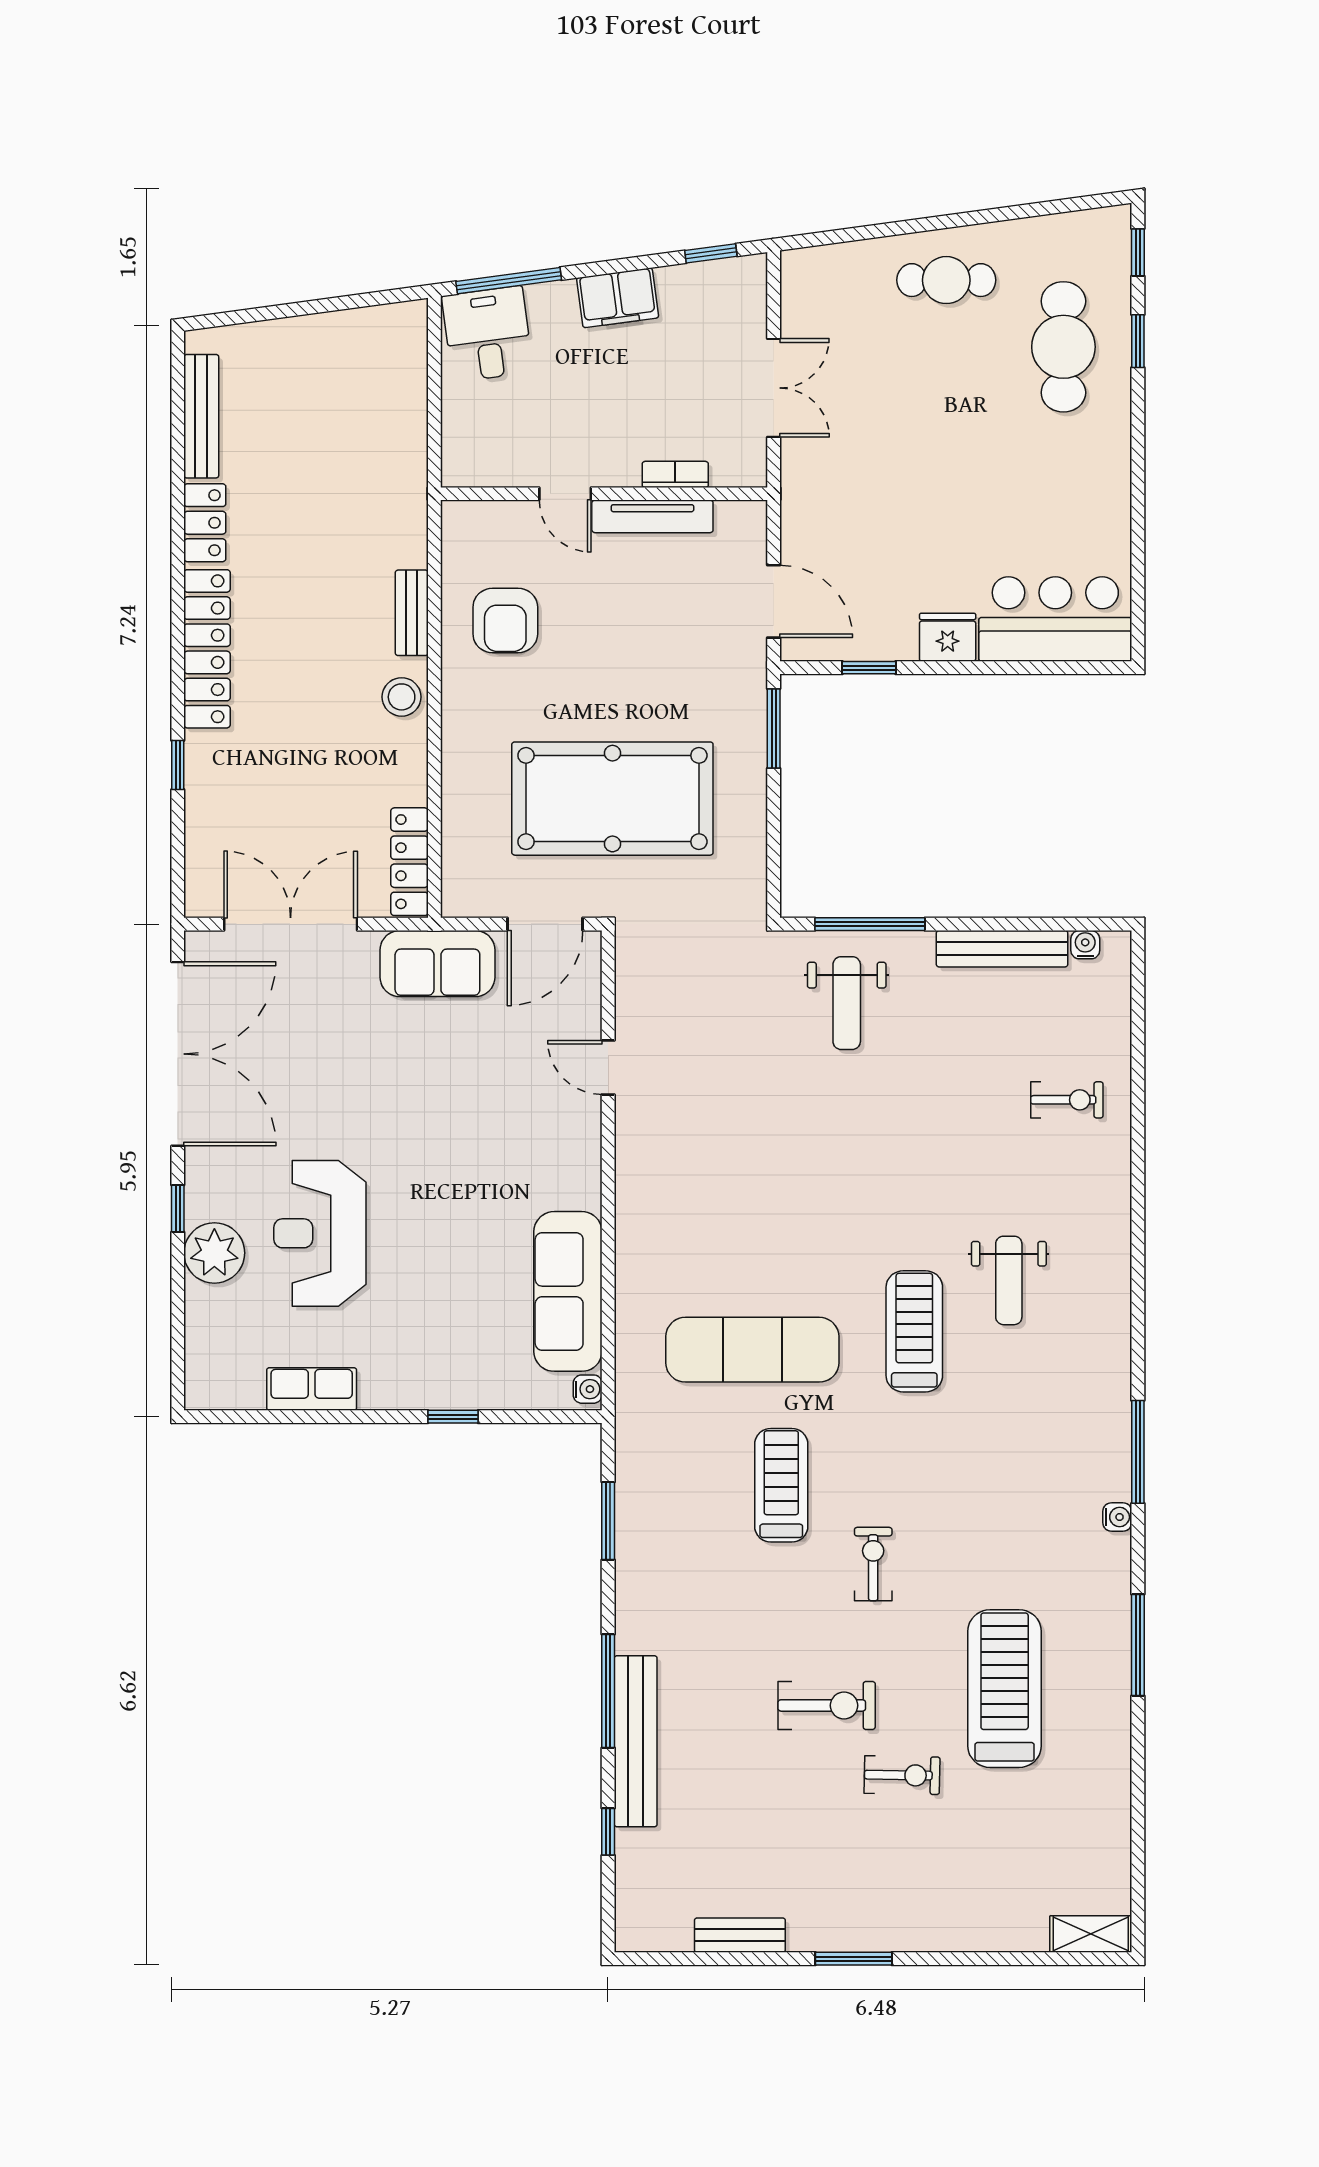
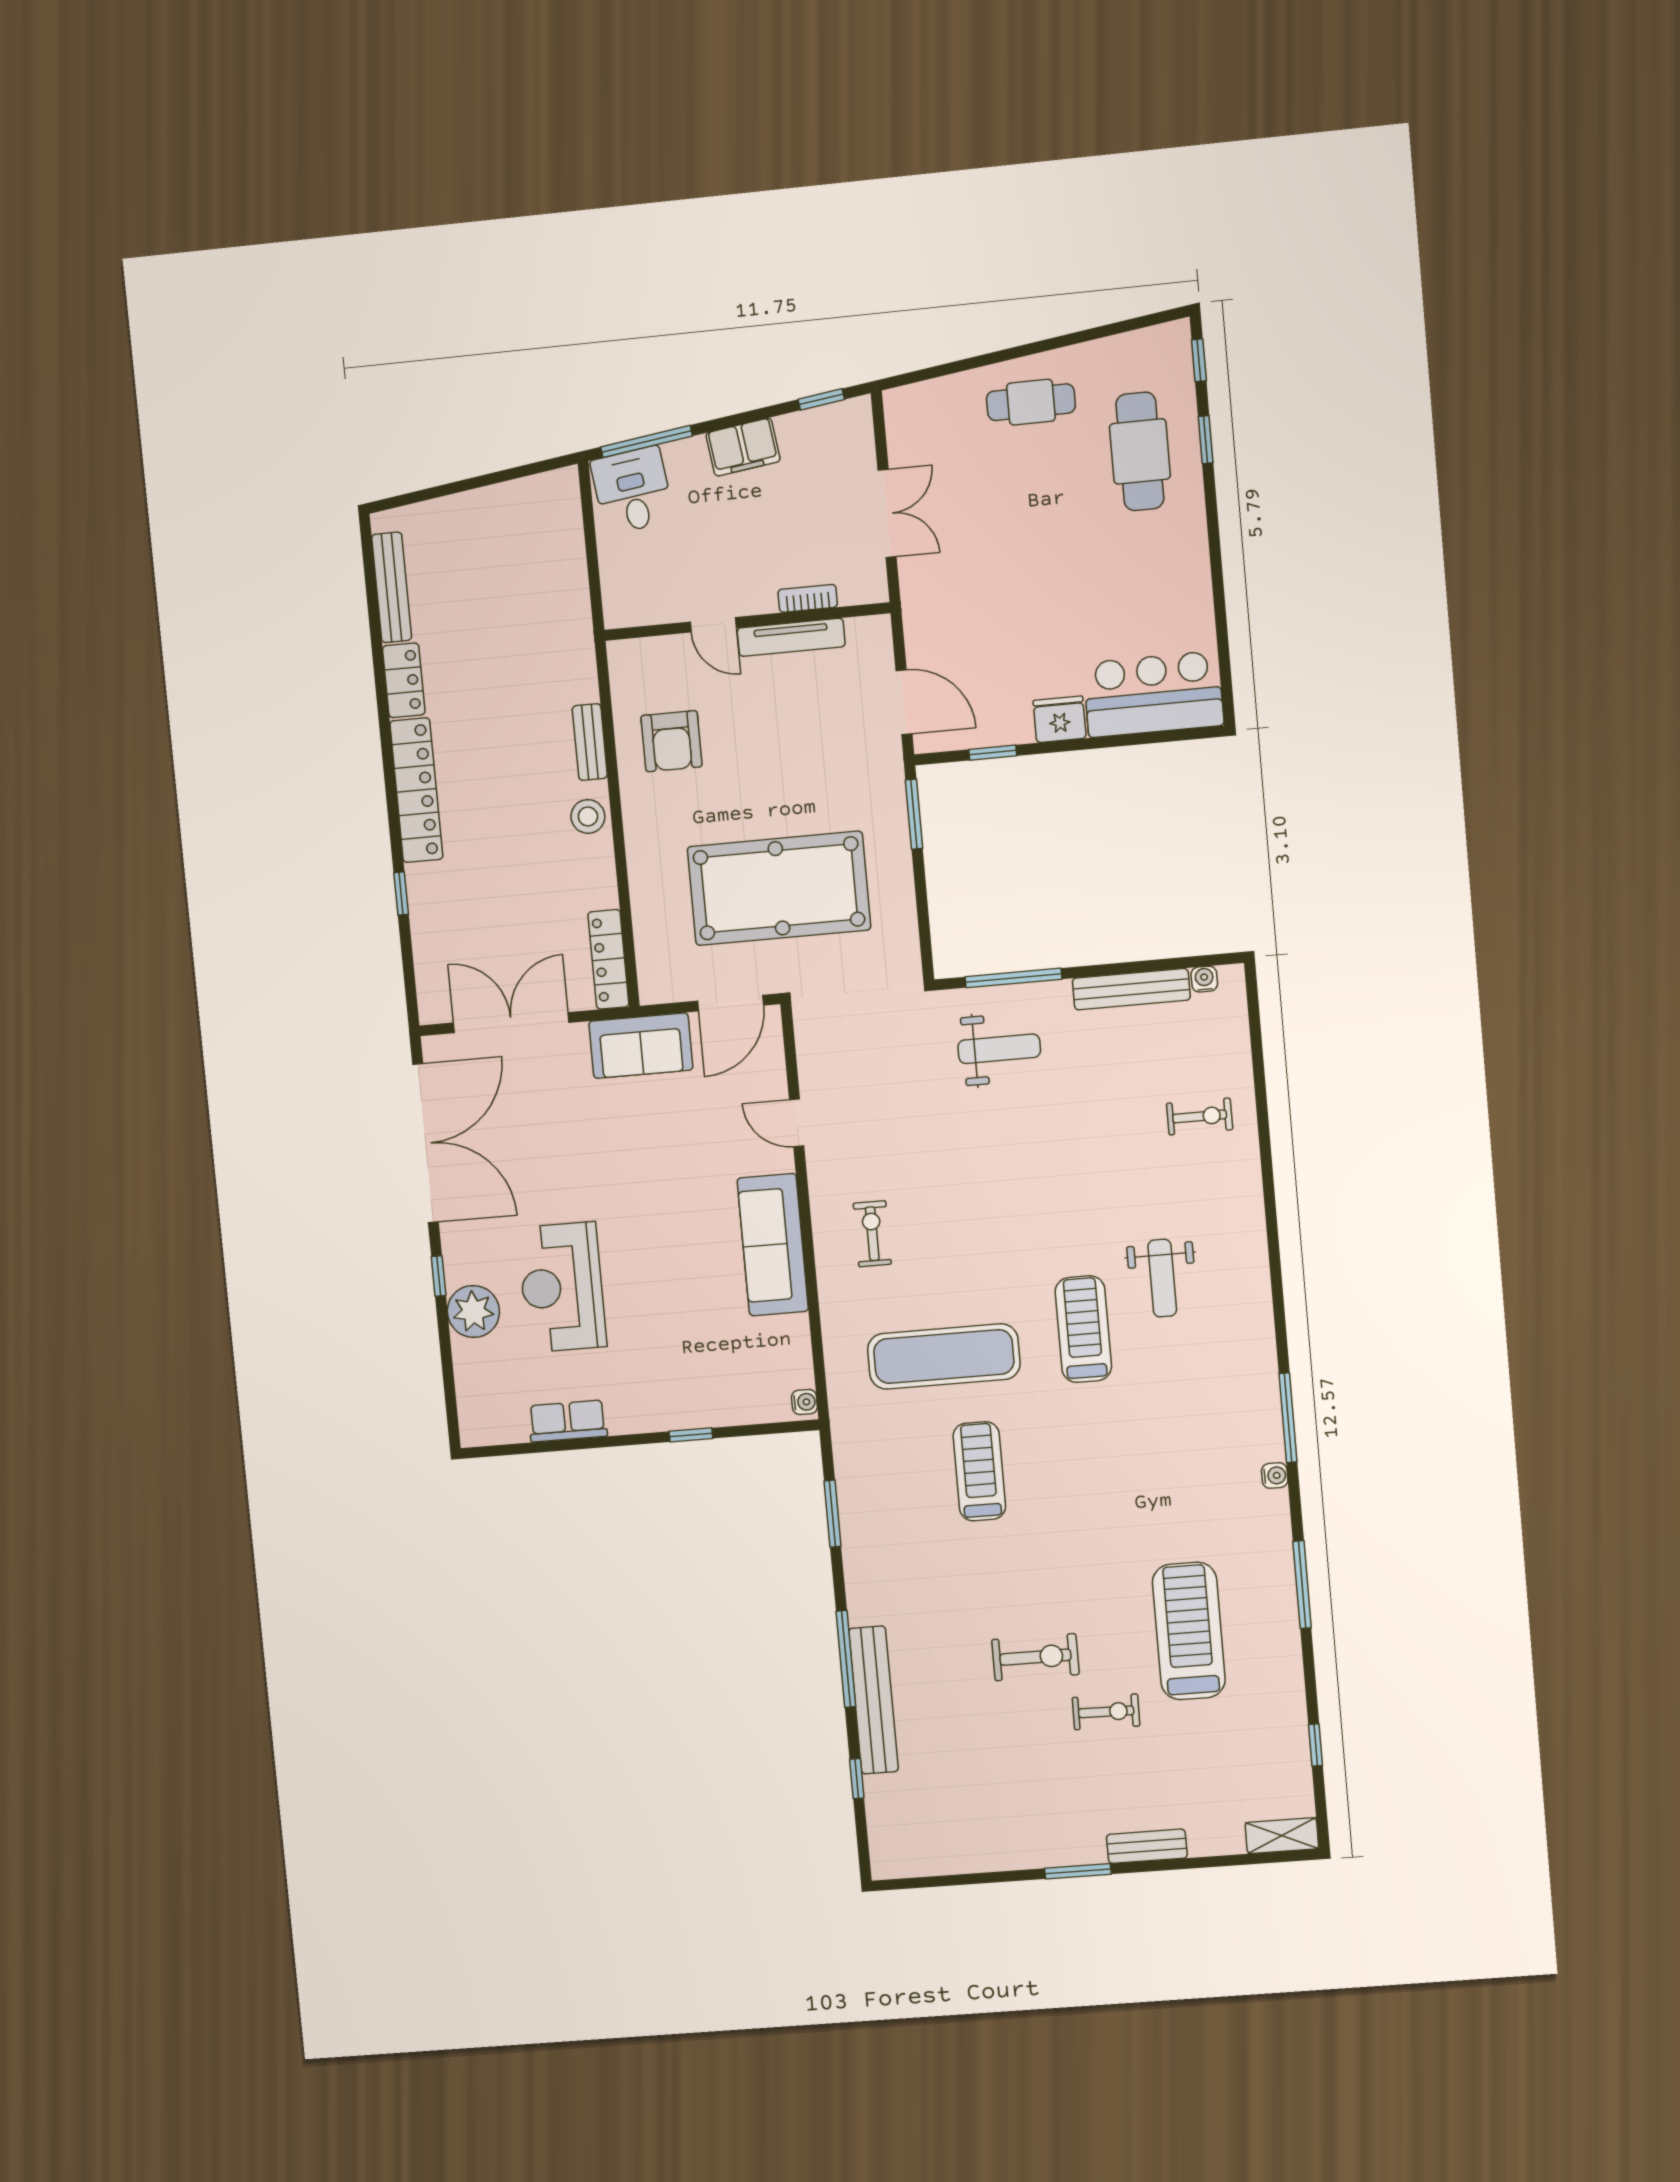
weight bench: (847, 1003) -> (999, 1049), turned -90
sofa: (568, 1291) -> (773, 1245), moved
exercise bike: (873, 1564) -> (872, 1234), moved
window: (1138, 1832) -> (1316, 1745), added
bench: (740, 1935) -> (1147, 1846), moved

